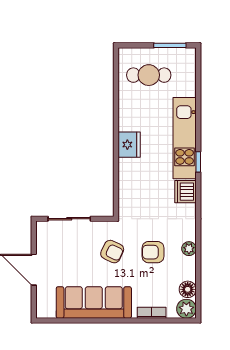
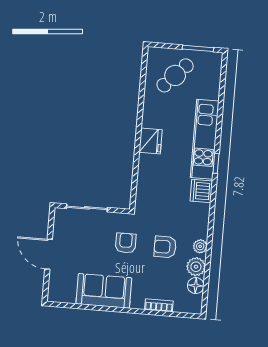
cafe table: (149, 75) -> (175, 75), turned -46
armchair: (112, 252) -> (126, 243), turned -115
sofa: (94, 302) -> (104, 291), width x0.73
plant: (186, 309) -> (196, 267), moved

